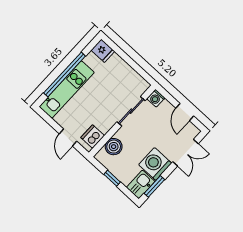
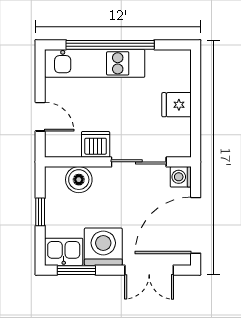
fridge: (103, 51) -> (177, 105), moved, turned 90
door: (185, 112) -> (196, 225), width x1.87
dishwasher: (93, 137) -> (96, 144), moved
door: (68, 138) -> (40, 117), swing flipped

